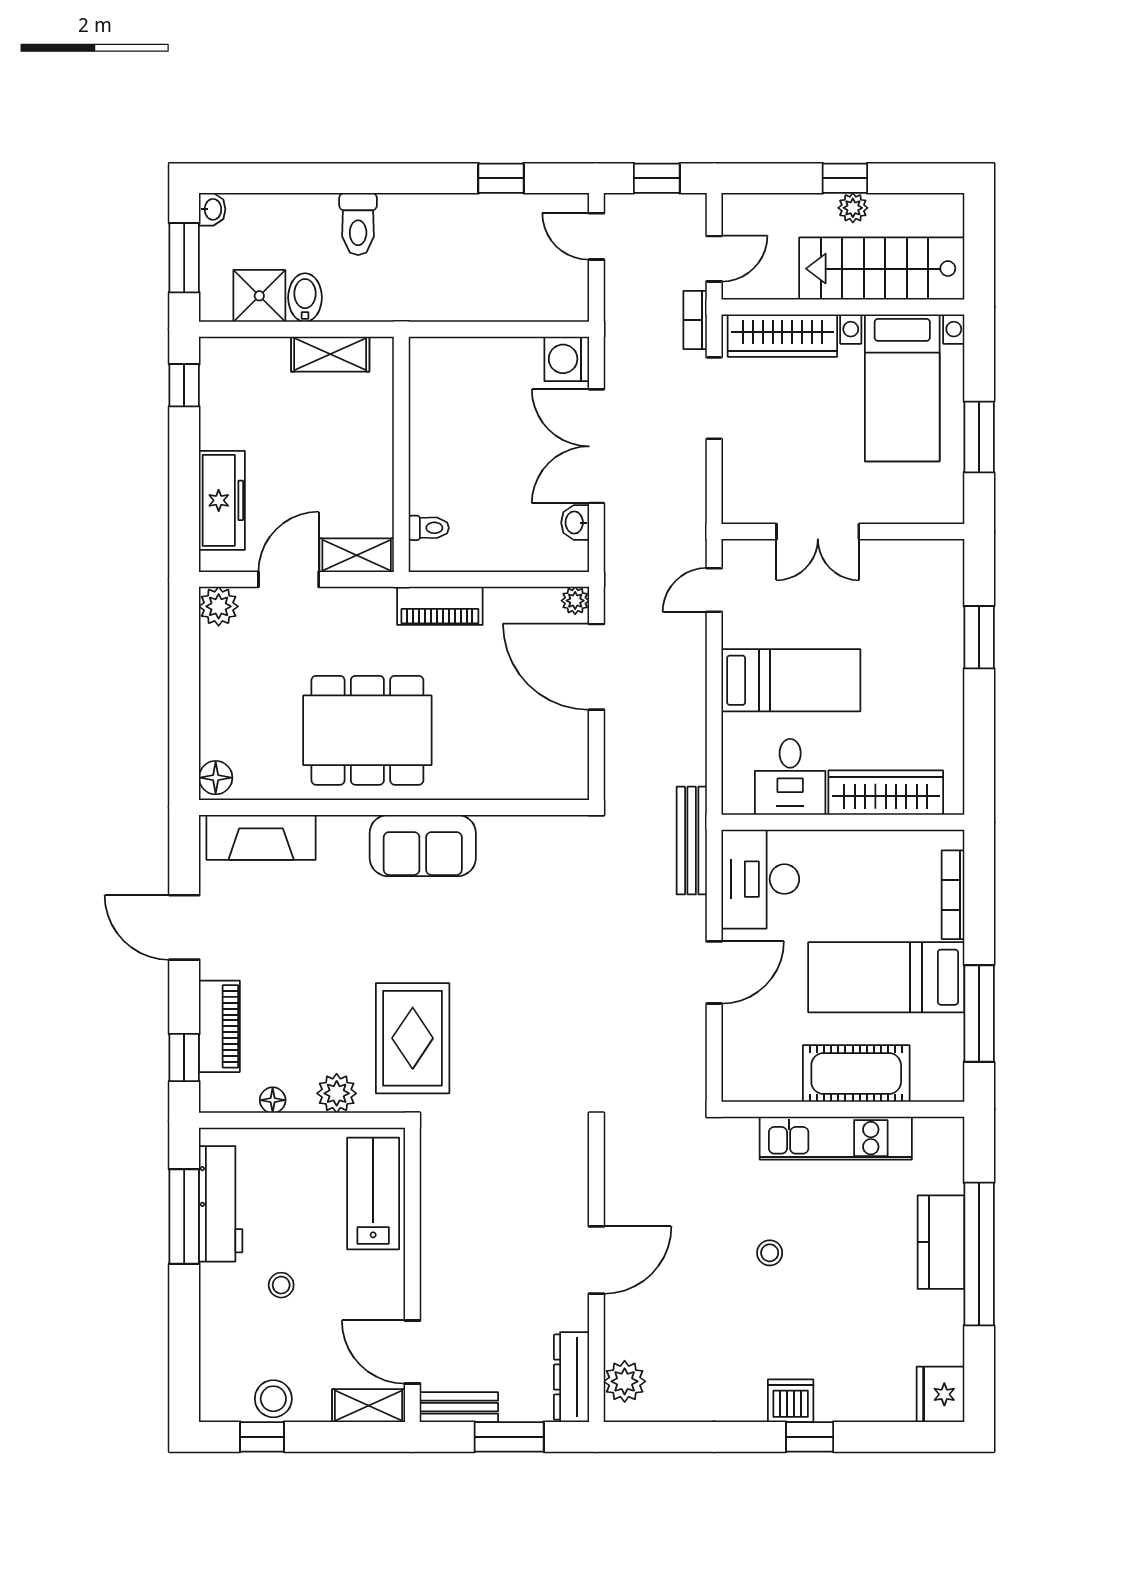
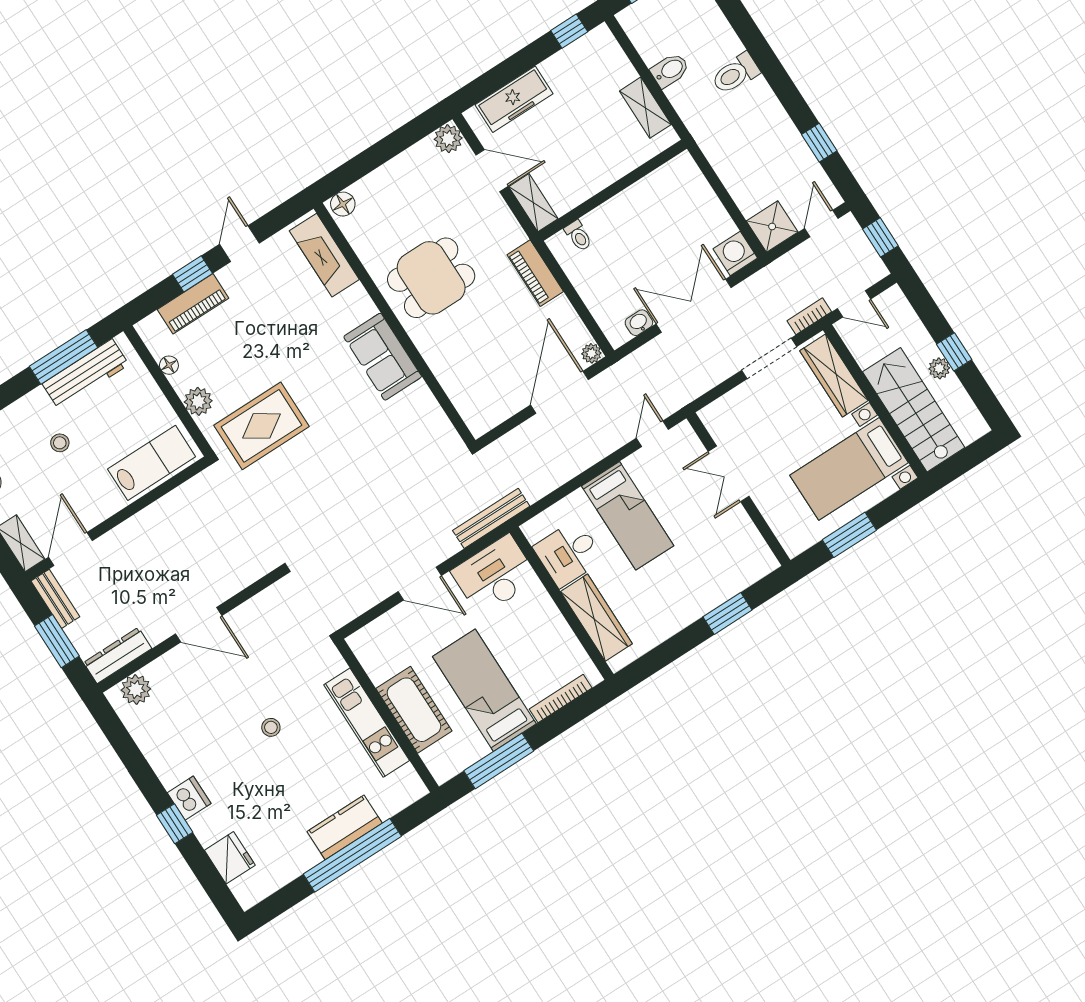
shower: (259, 296) -> (772, 227), moved
door: (714, 590) -> (652, 434), hinge flipped
dining table: (367, 730) -> (431, 278), width x0.73
door: (184, 927) -> (239, 244), width x0.73
window: (184, 1058) -> (192, 274), moved
fridge: (940, 1394) -> (230, 858), moved, turned 90

